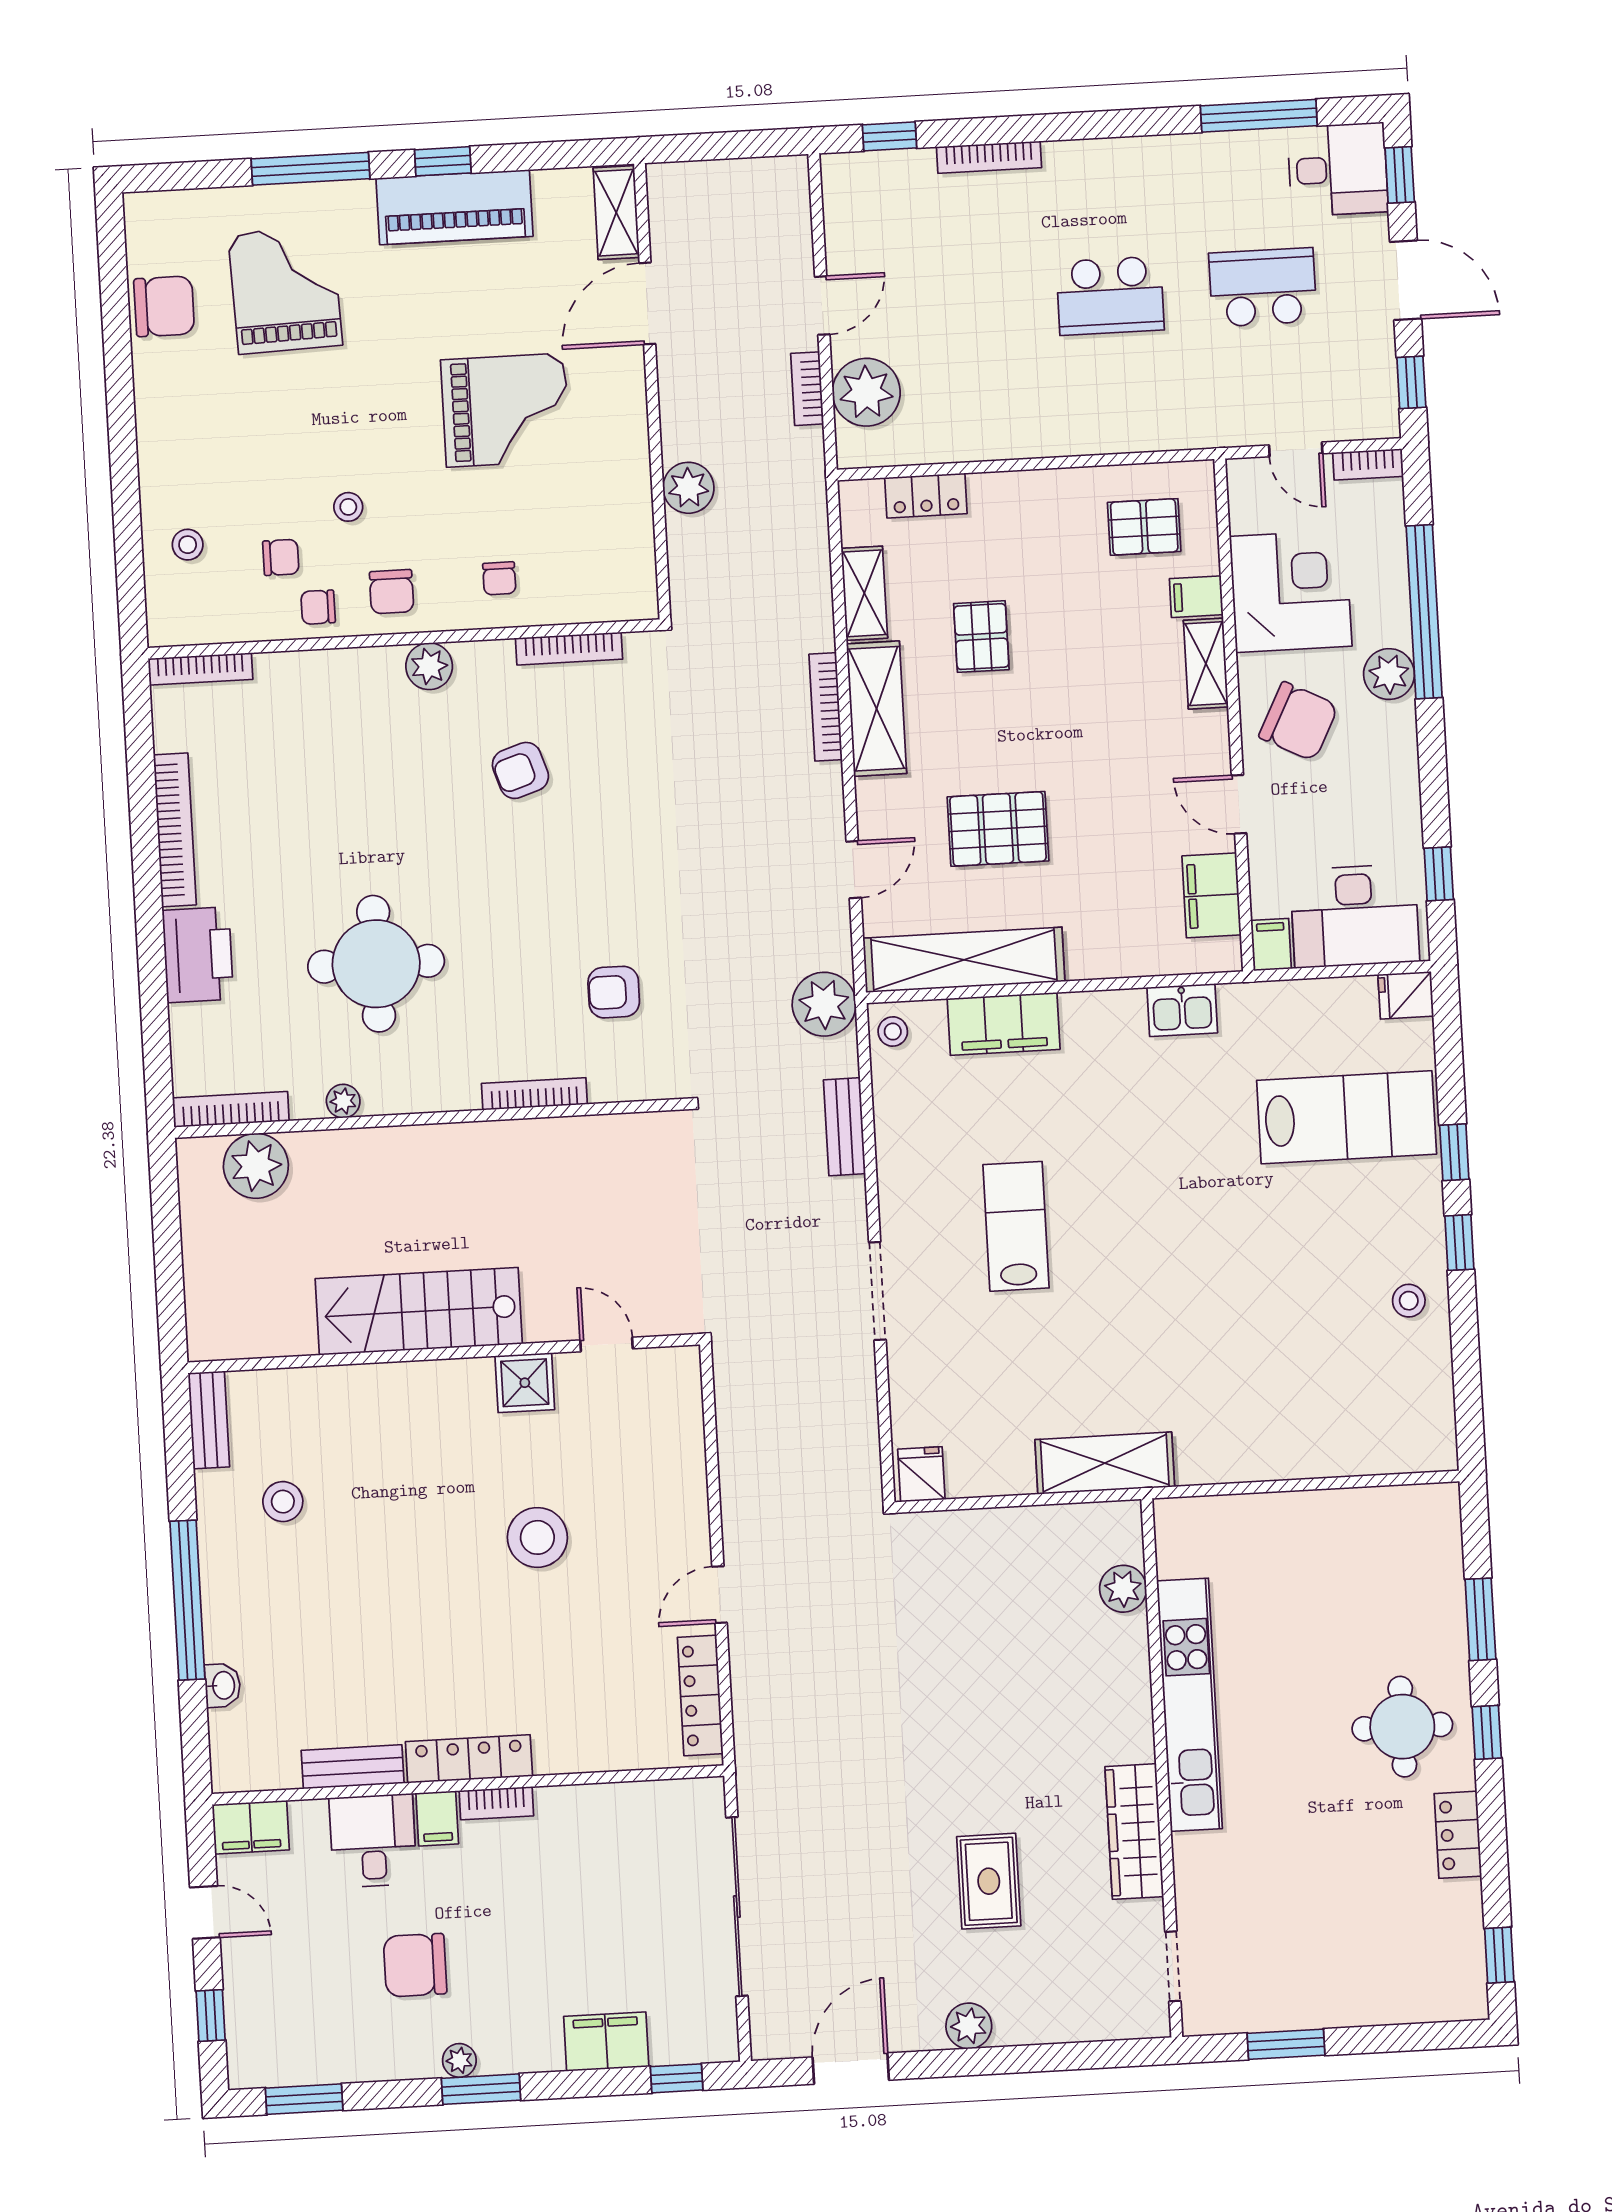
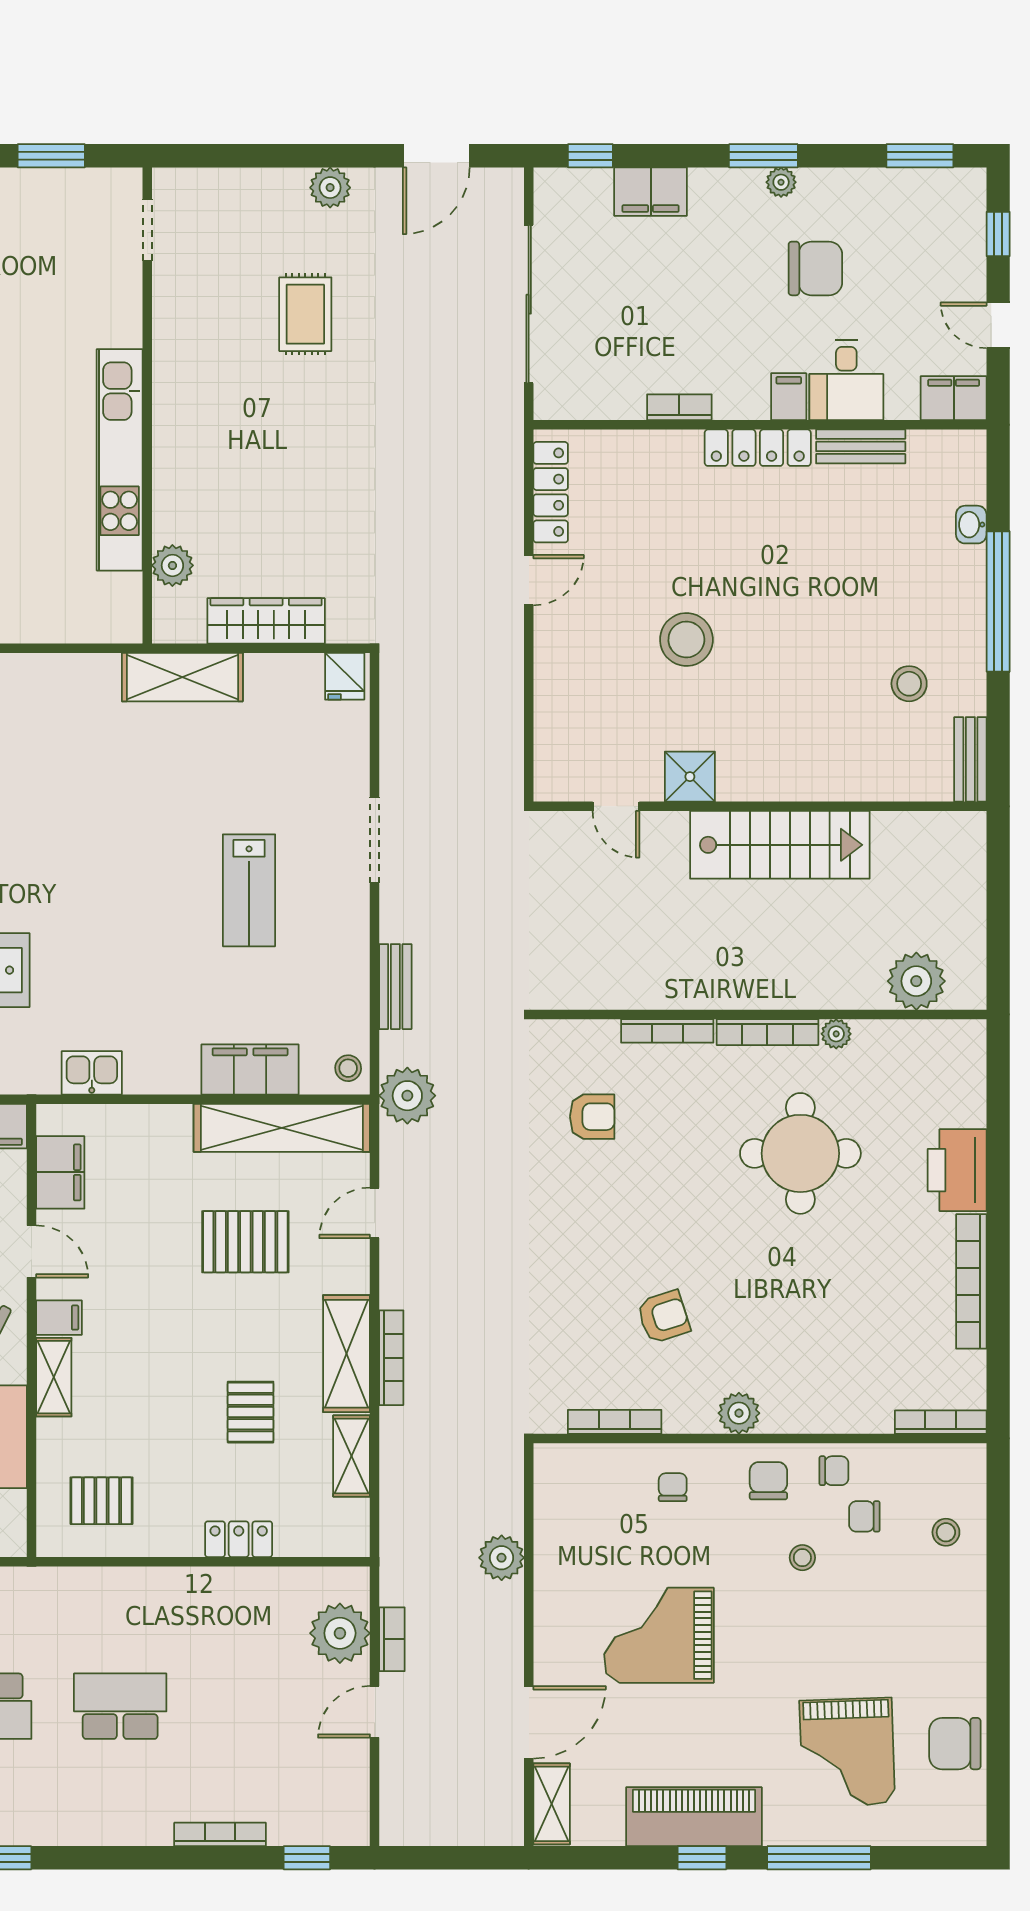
locker: (926, 496) -> (239, 1539), moved
filing cabinet: (1196, 597) -> (59, 1318), moved
bookcase: (231, 1109) -> (767, 1032), moved
bookcase: (496, 1803) -> (679, 407), moved
wardrobe: (1134, 1832) -> (266, 621), moved, turned -90

